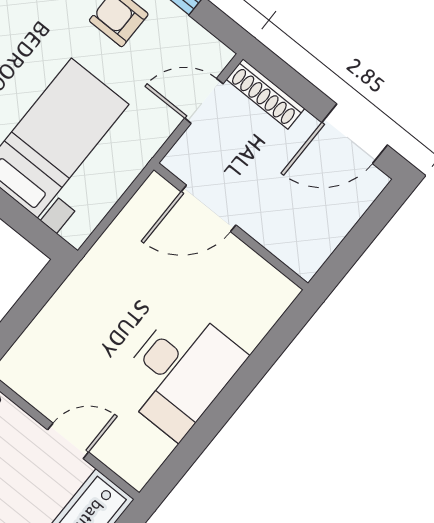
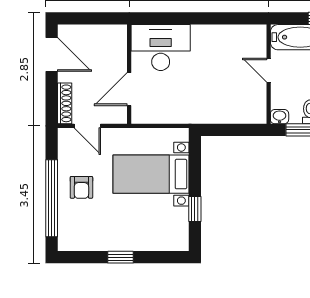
door: (208, 208) -> (129, 89), swing flipped
desk: (180, 372) -> (161, 48), moved

